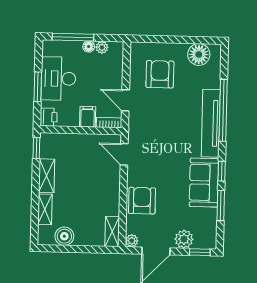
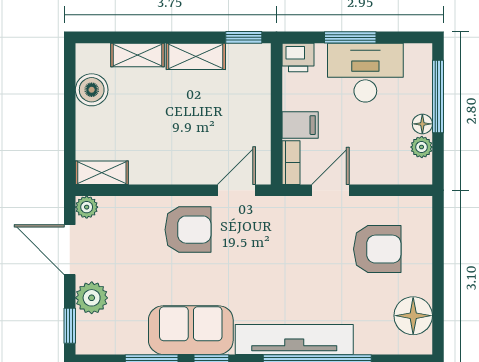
armchair: (142, 201) -> (188, 230), moved

